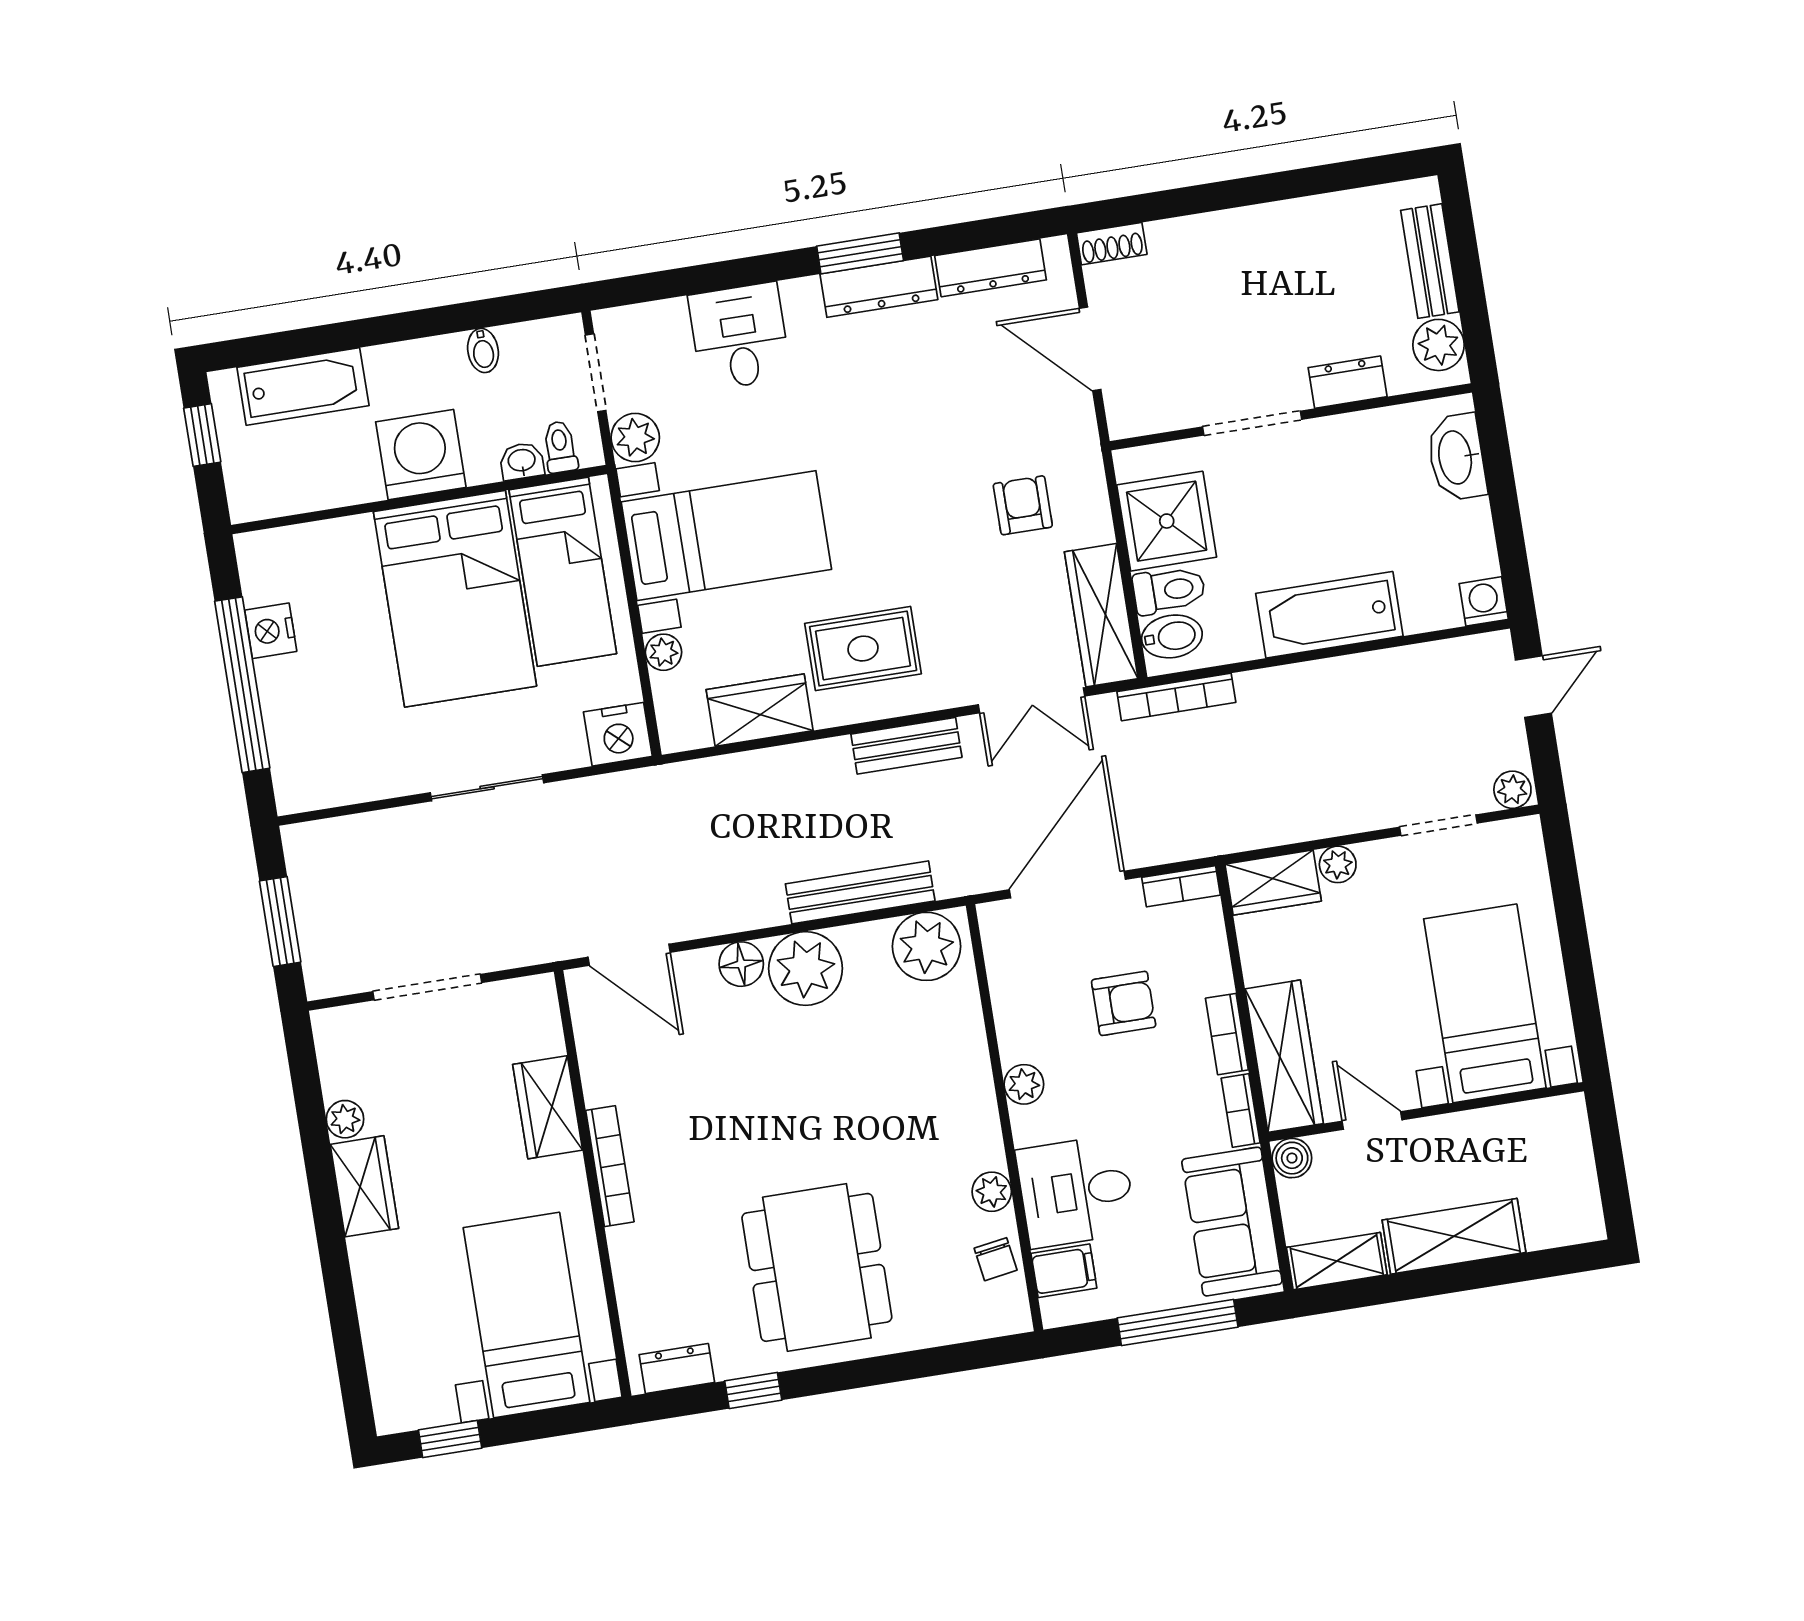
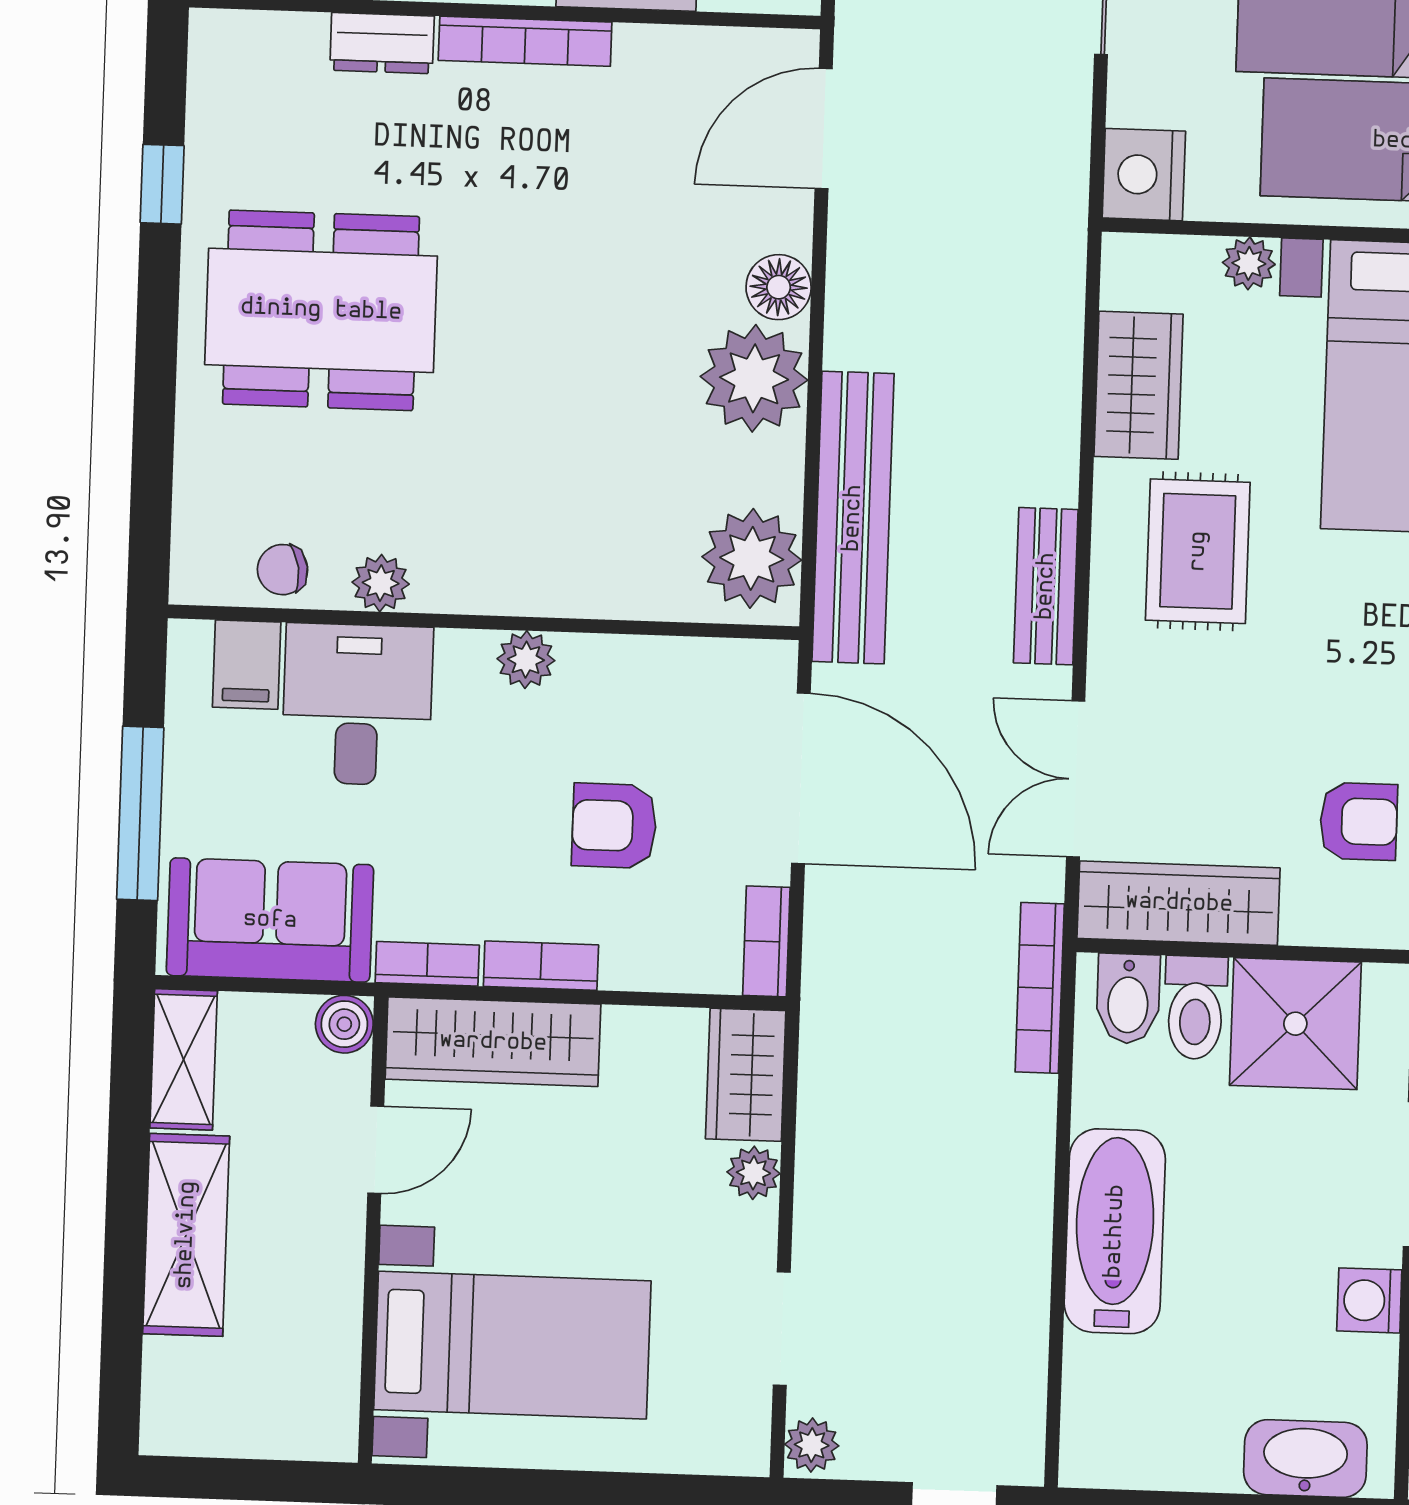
washing machine: (1484, 601) -> (1369, 1300), moved, turned 180
bench: (860, 892) -> (853, 518), width x1.37, depth x1.21
armchair: (1124, 1003) -> (614, 826), turned 90
dresser: (677, 1369) -> (382, 43), moved, turned 90

